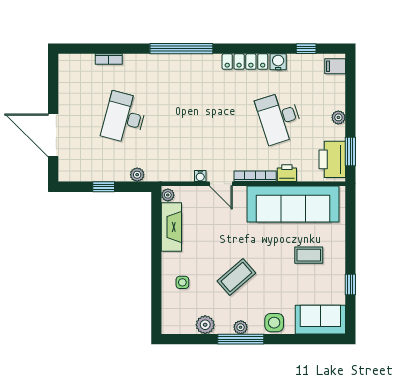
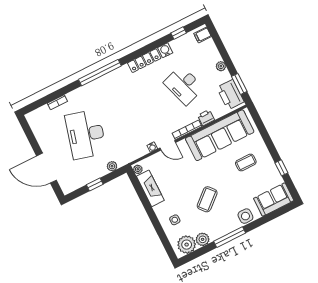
desk: (124, 118) -> (86, 134), width x1.36, depth x1.30
plant: (241, 327) -> (187, 245), moved, width x1.87, depth x1.87

